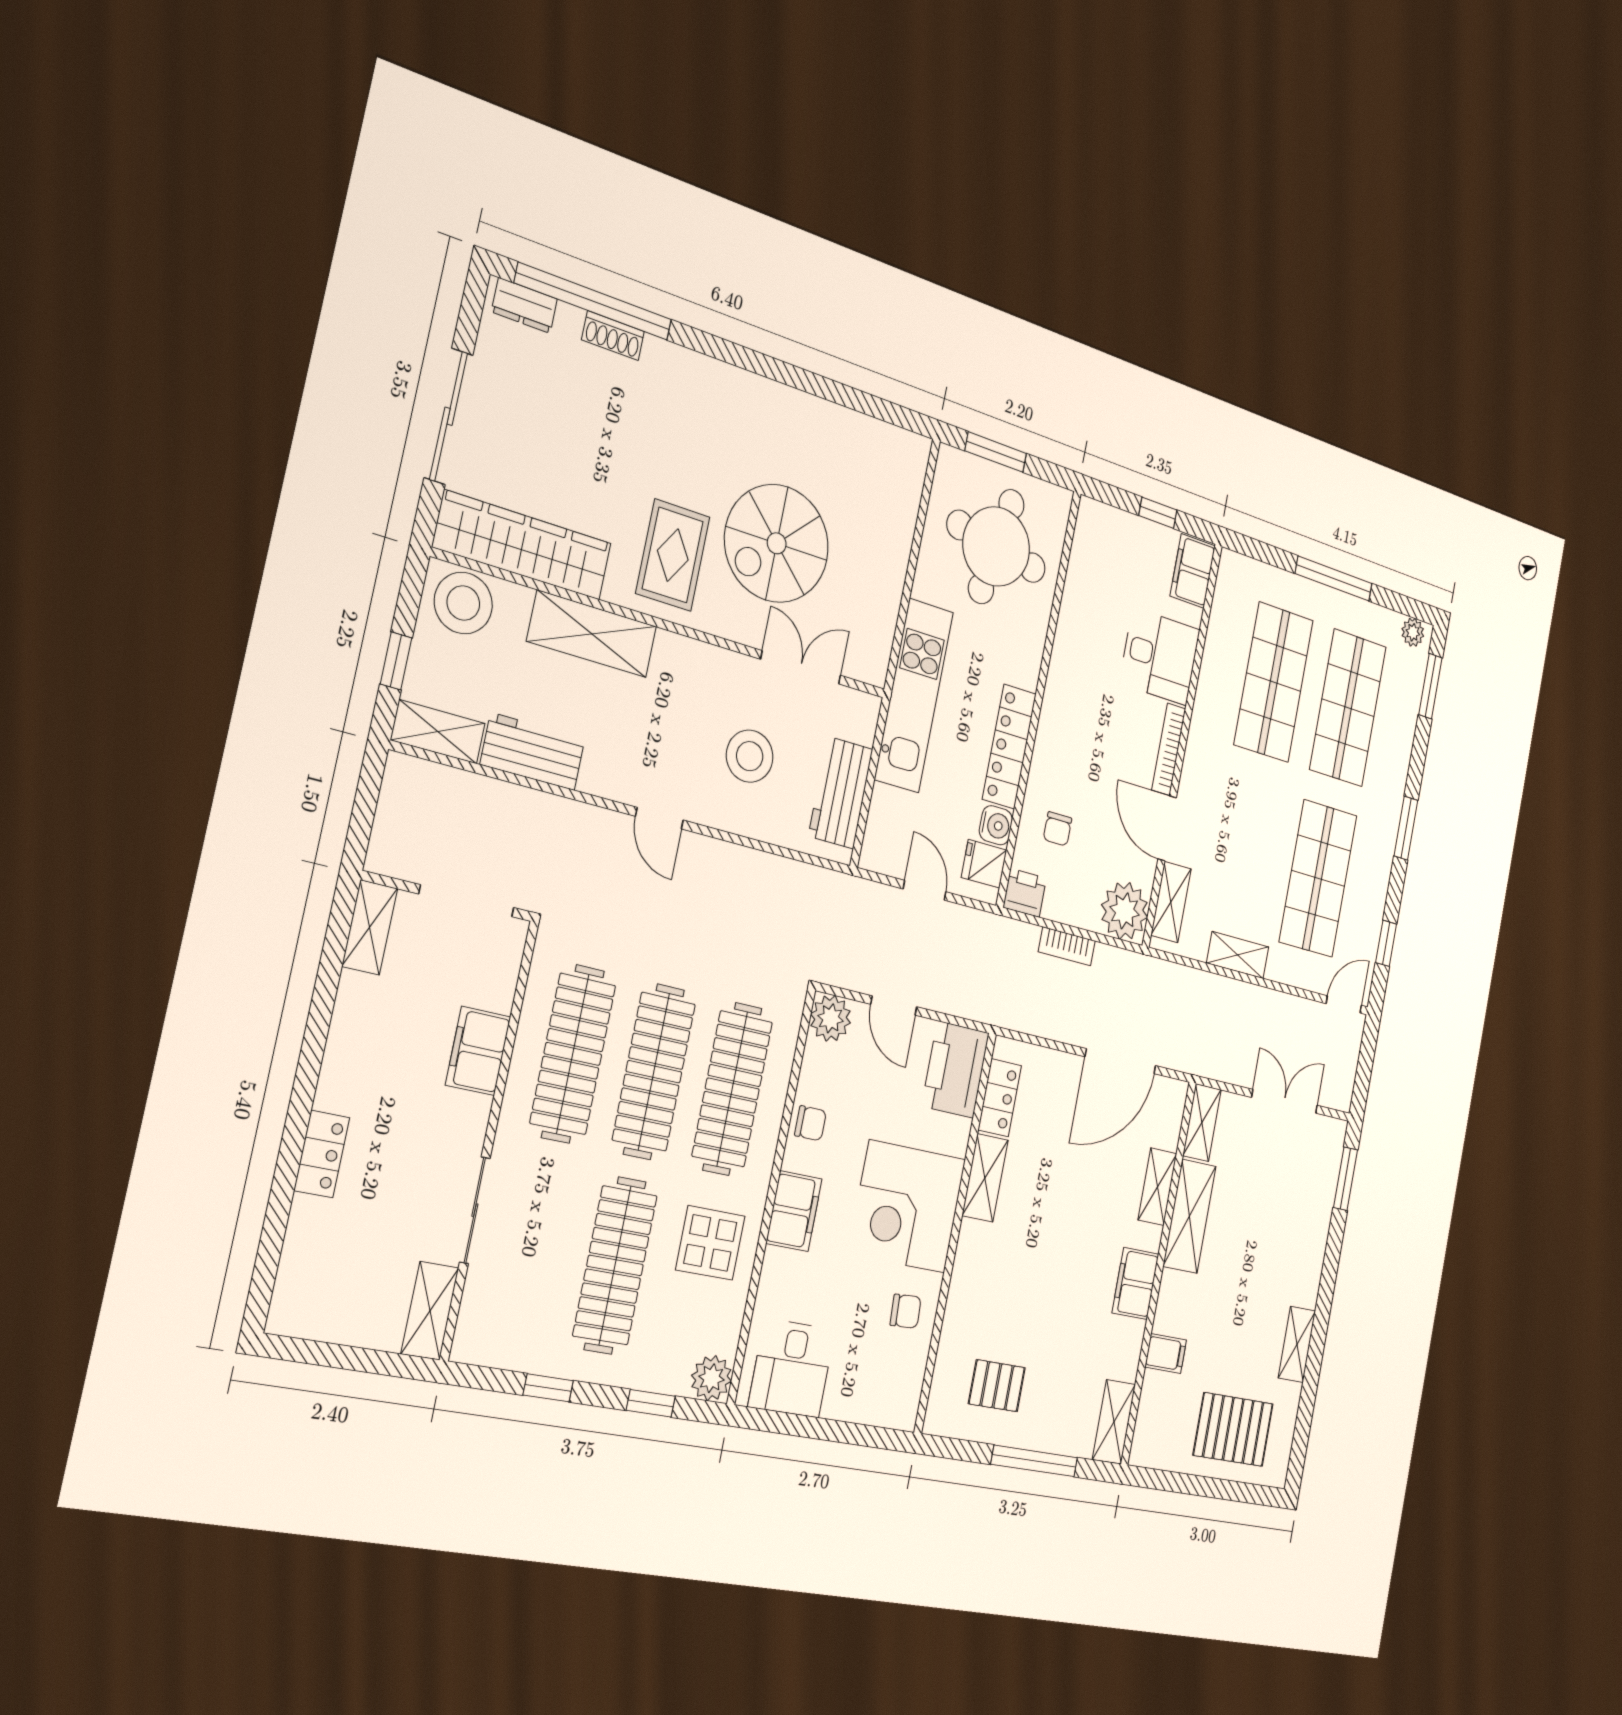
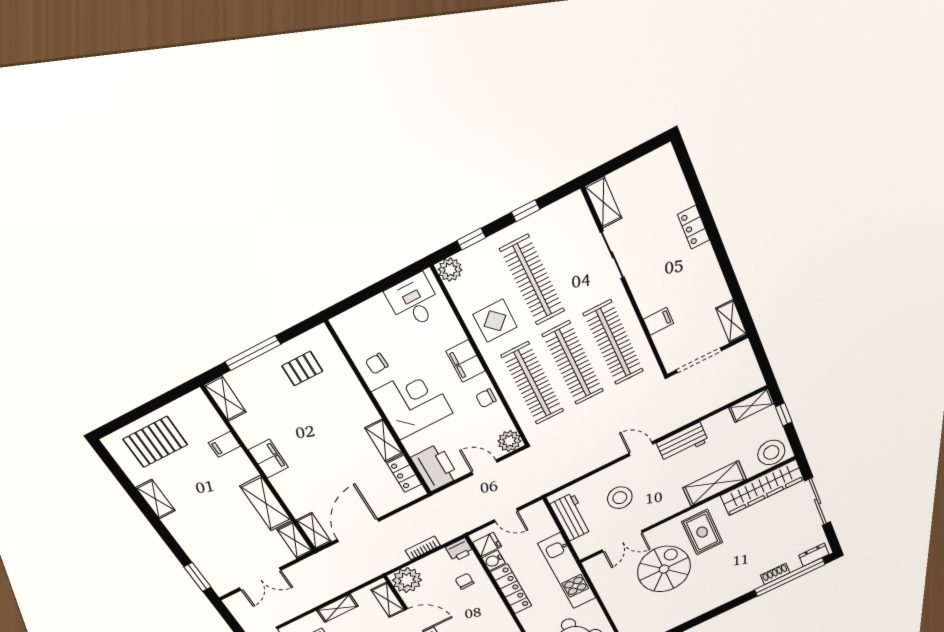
workbench: (533, 752) -> (682, 442), moved
filing cabinet: (478, 1051) -> (658, 321), width x0.50
shelving: (1157, 1187) -> (314, 531), moved

